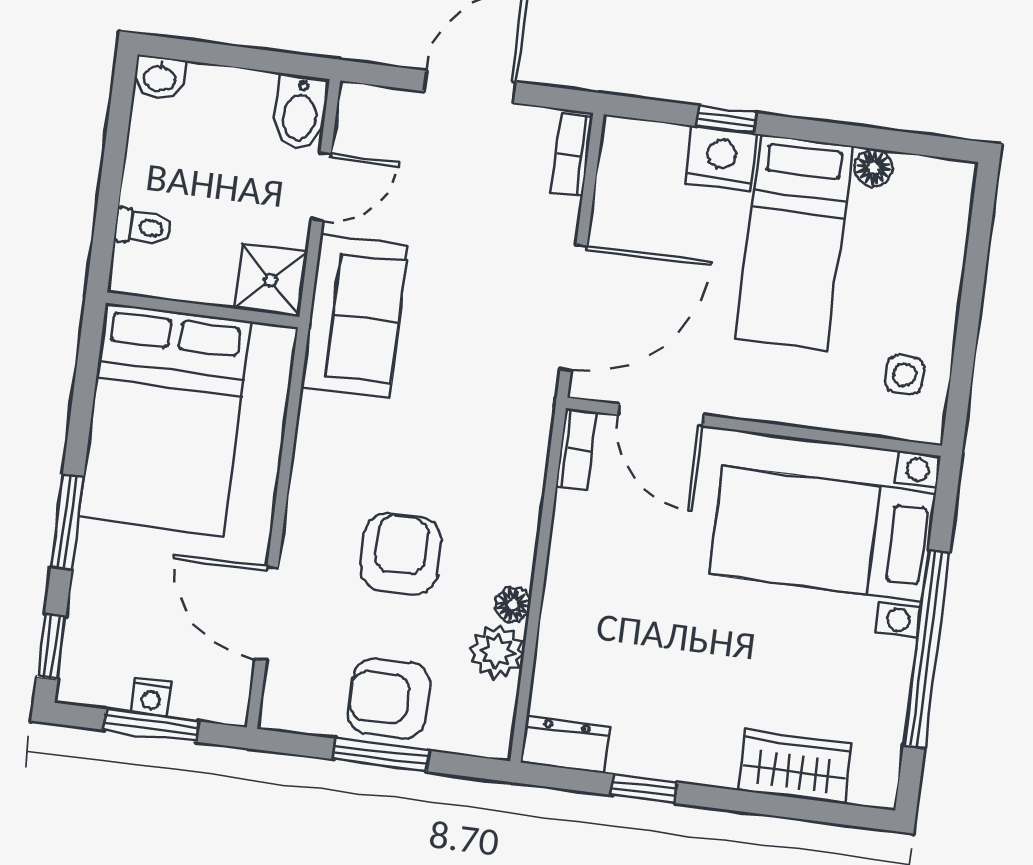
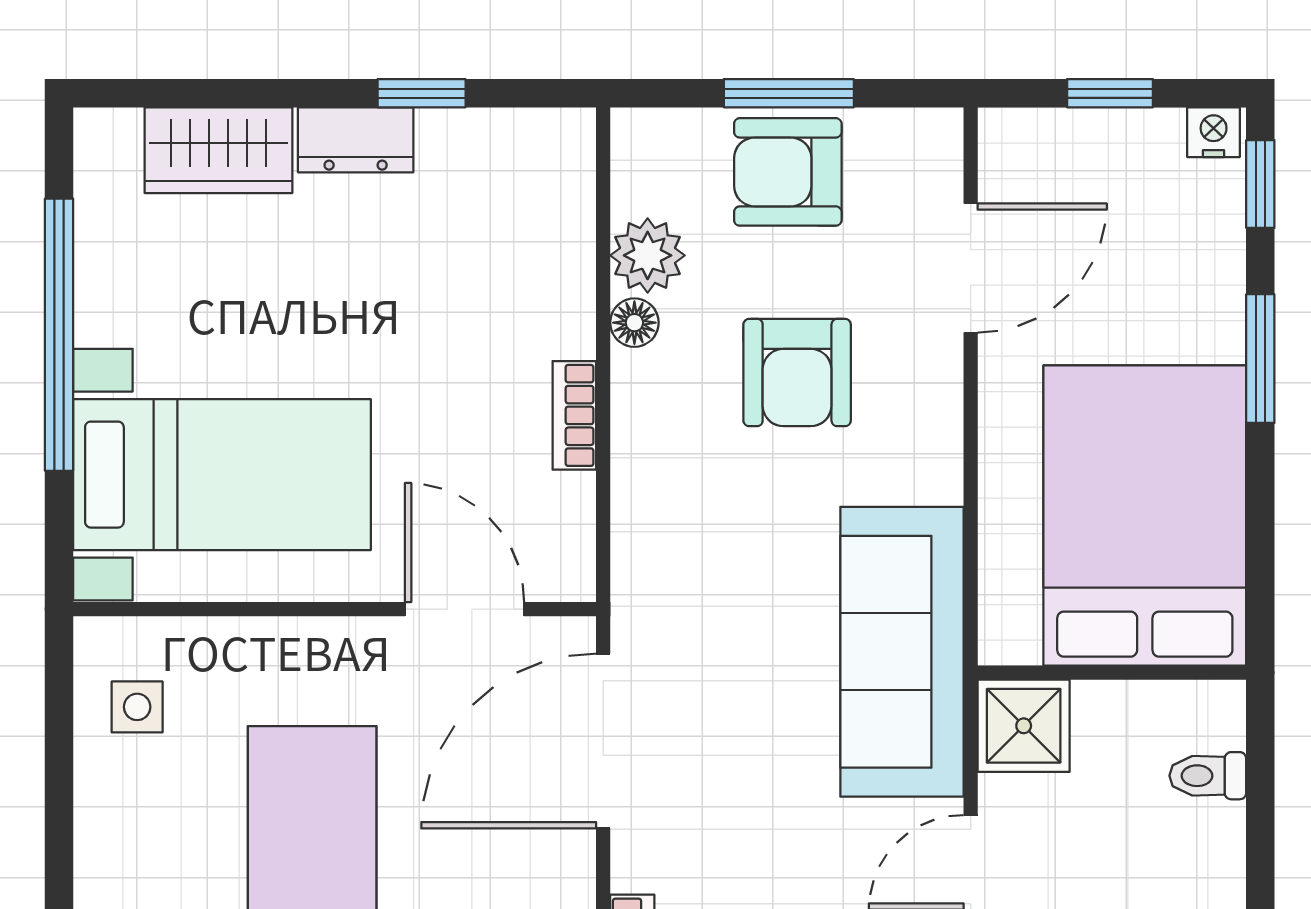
sofa: (355, 317) -> (902, 652), width x1.36
bookcase: (577, 449) -> (574, 415), moved
door: (267, 613) -> (971, 268), hinge flipped
nightstand: (151, 697) -> (1214, 132), moved
armchair: (389, 699) -> (788, 172), turned 180
window: (151, 726) -> (1110, 93), width x0.67
dresser: (565, 745) -> (356, 140), moved

